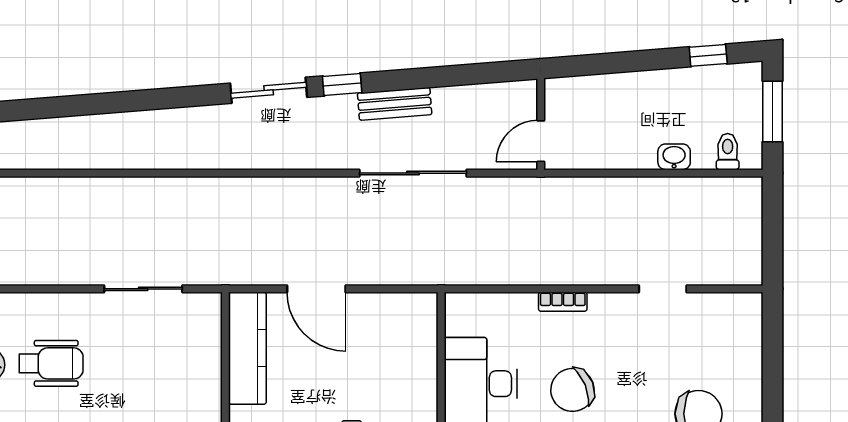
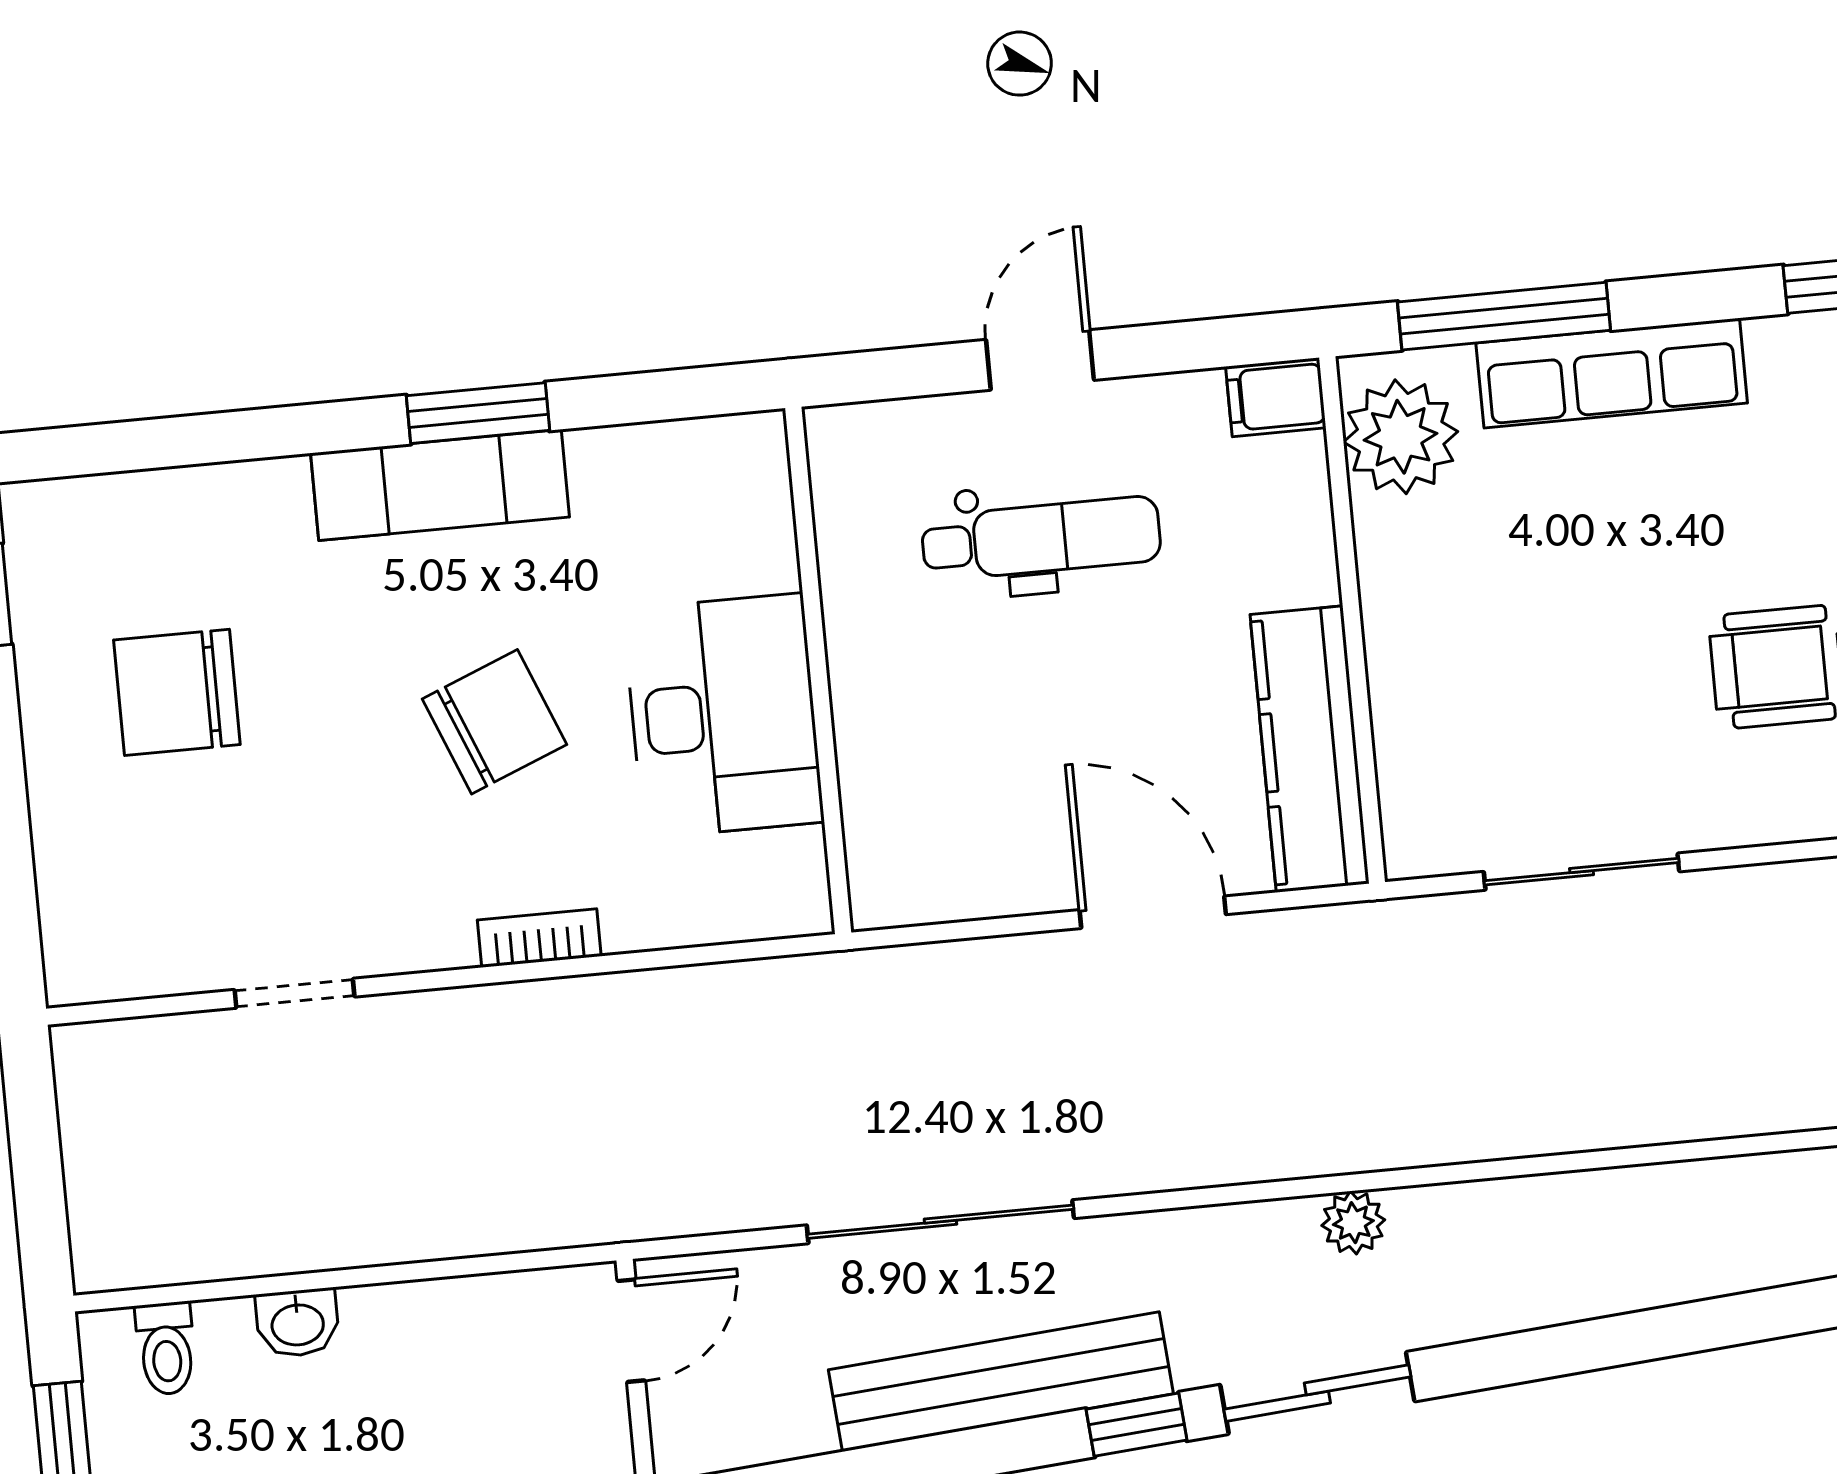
bench: (395, 104) -> (1001, 1382), width x1.86, depth x1.21
plant: (248, 157) -> (1353, 1223), added

